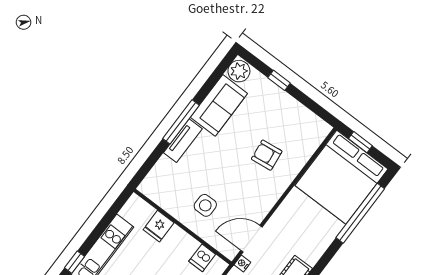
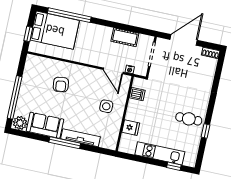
window: (279, 80) -> (15, 97), width x3.17
tv unit: (183, 141) -> (81, 138), width x1.41
bed: (341, 177) -> (55, 30), width x0.73

